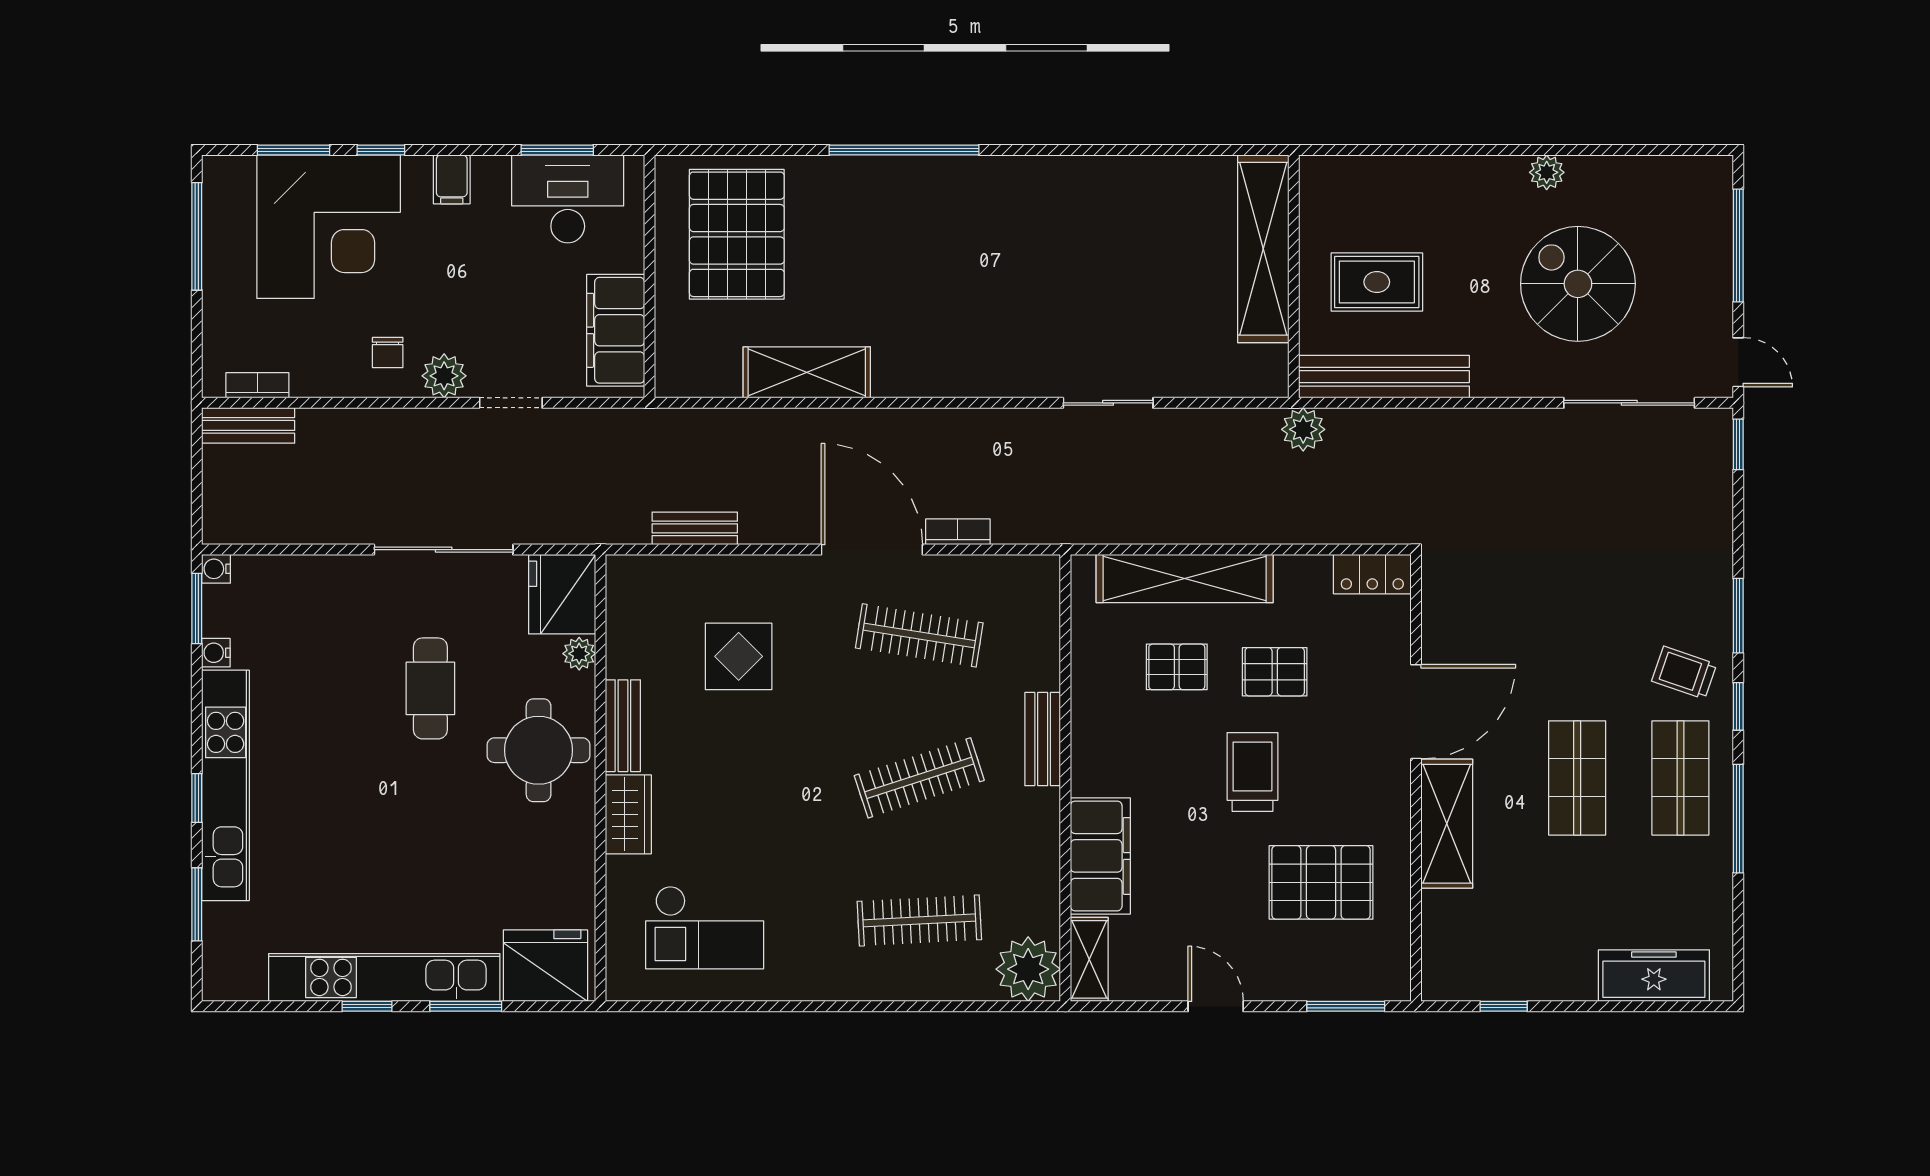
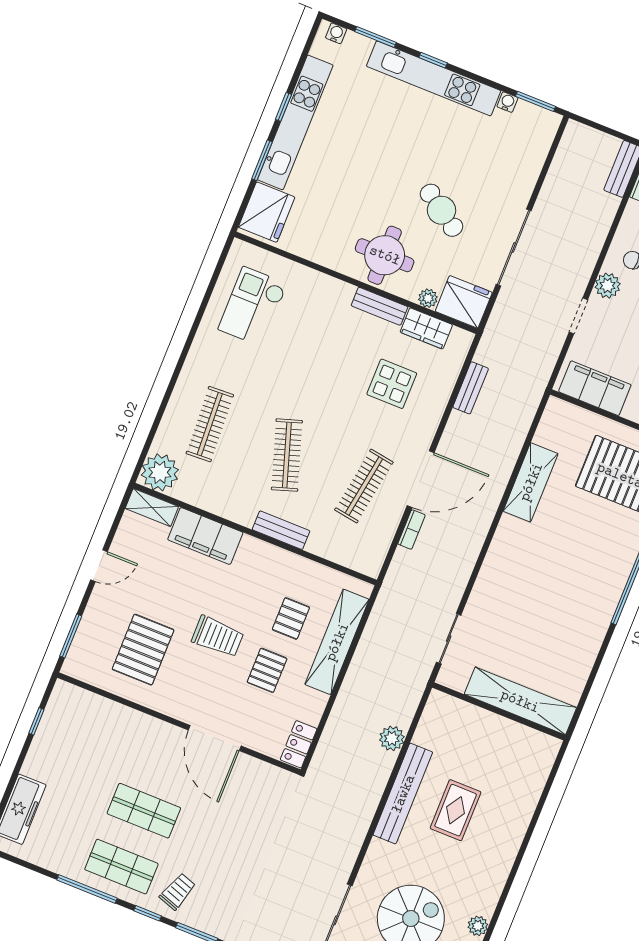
shelving: (1263, 249) -> (520, 701), moved
wall: (1294, 276) -> (499, 711), moved
water cooler: (216, 569) -> (336, 33), moved
cafe table: (430, 688) -> (441, 210), turned 34
wardrobe: (628, 814) -> (426, 328), moved
shelving: (1447, 824) -> (147, 730), removed

